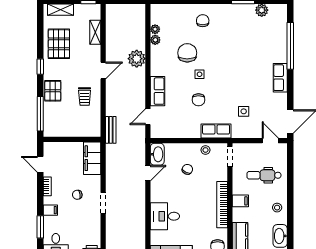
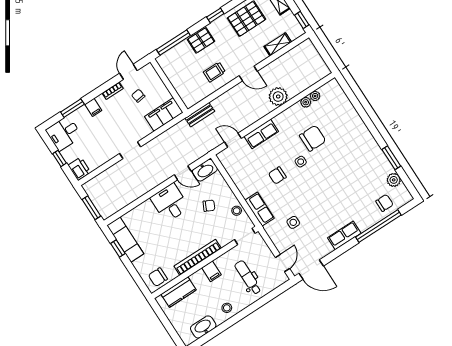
chair: (203, 21) -> (384, 203), moved
chair: (77, 195) -> (138, 96), moved
desk: (165, 216) -> (170, 203), moved

